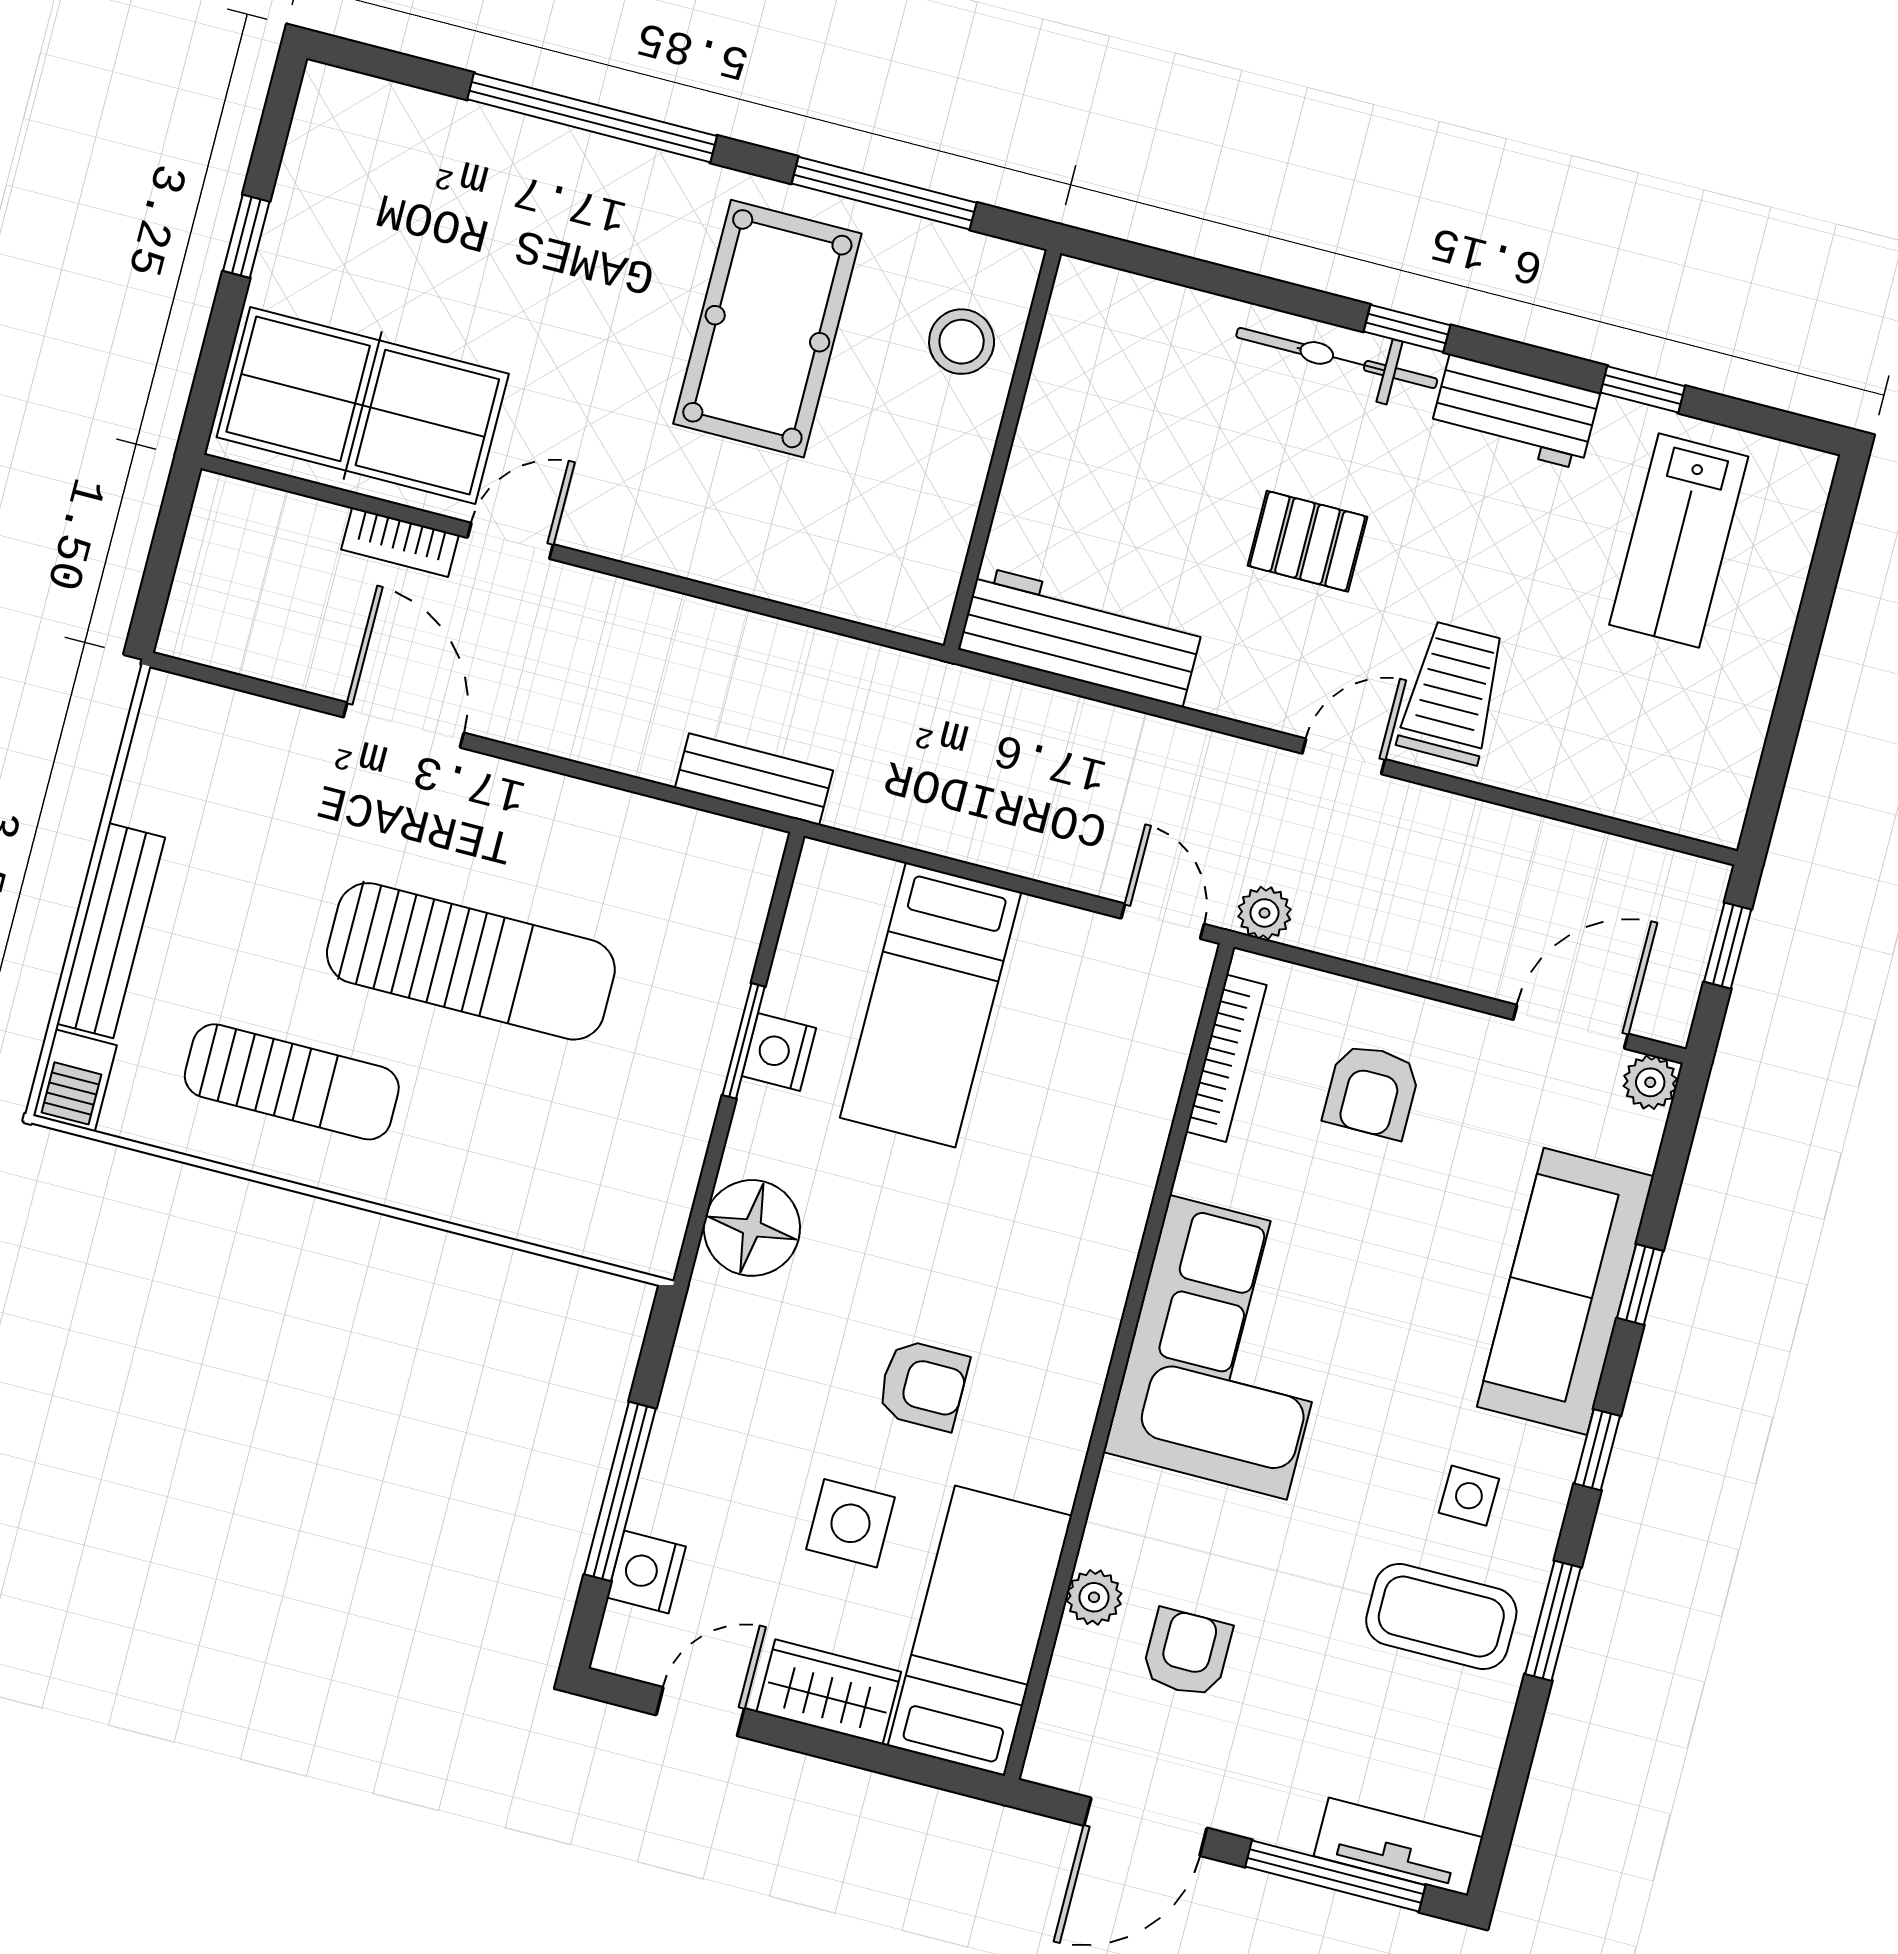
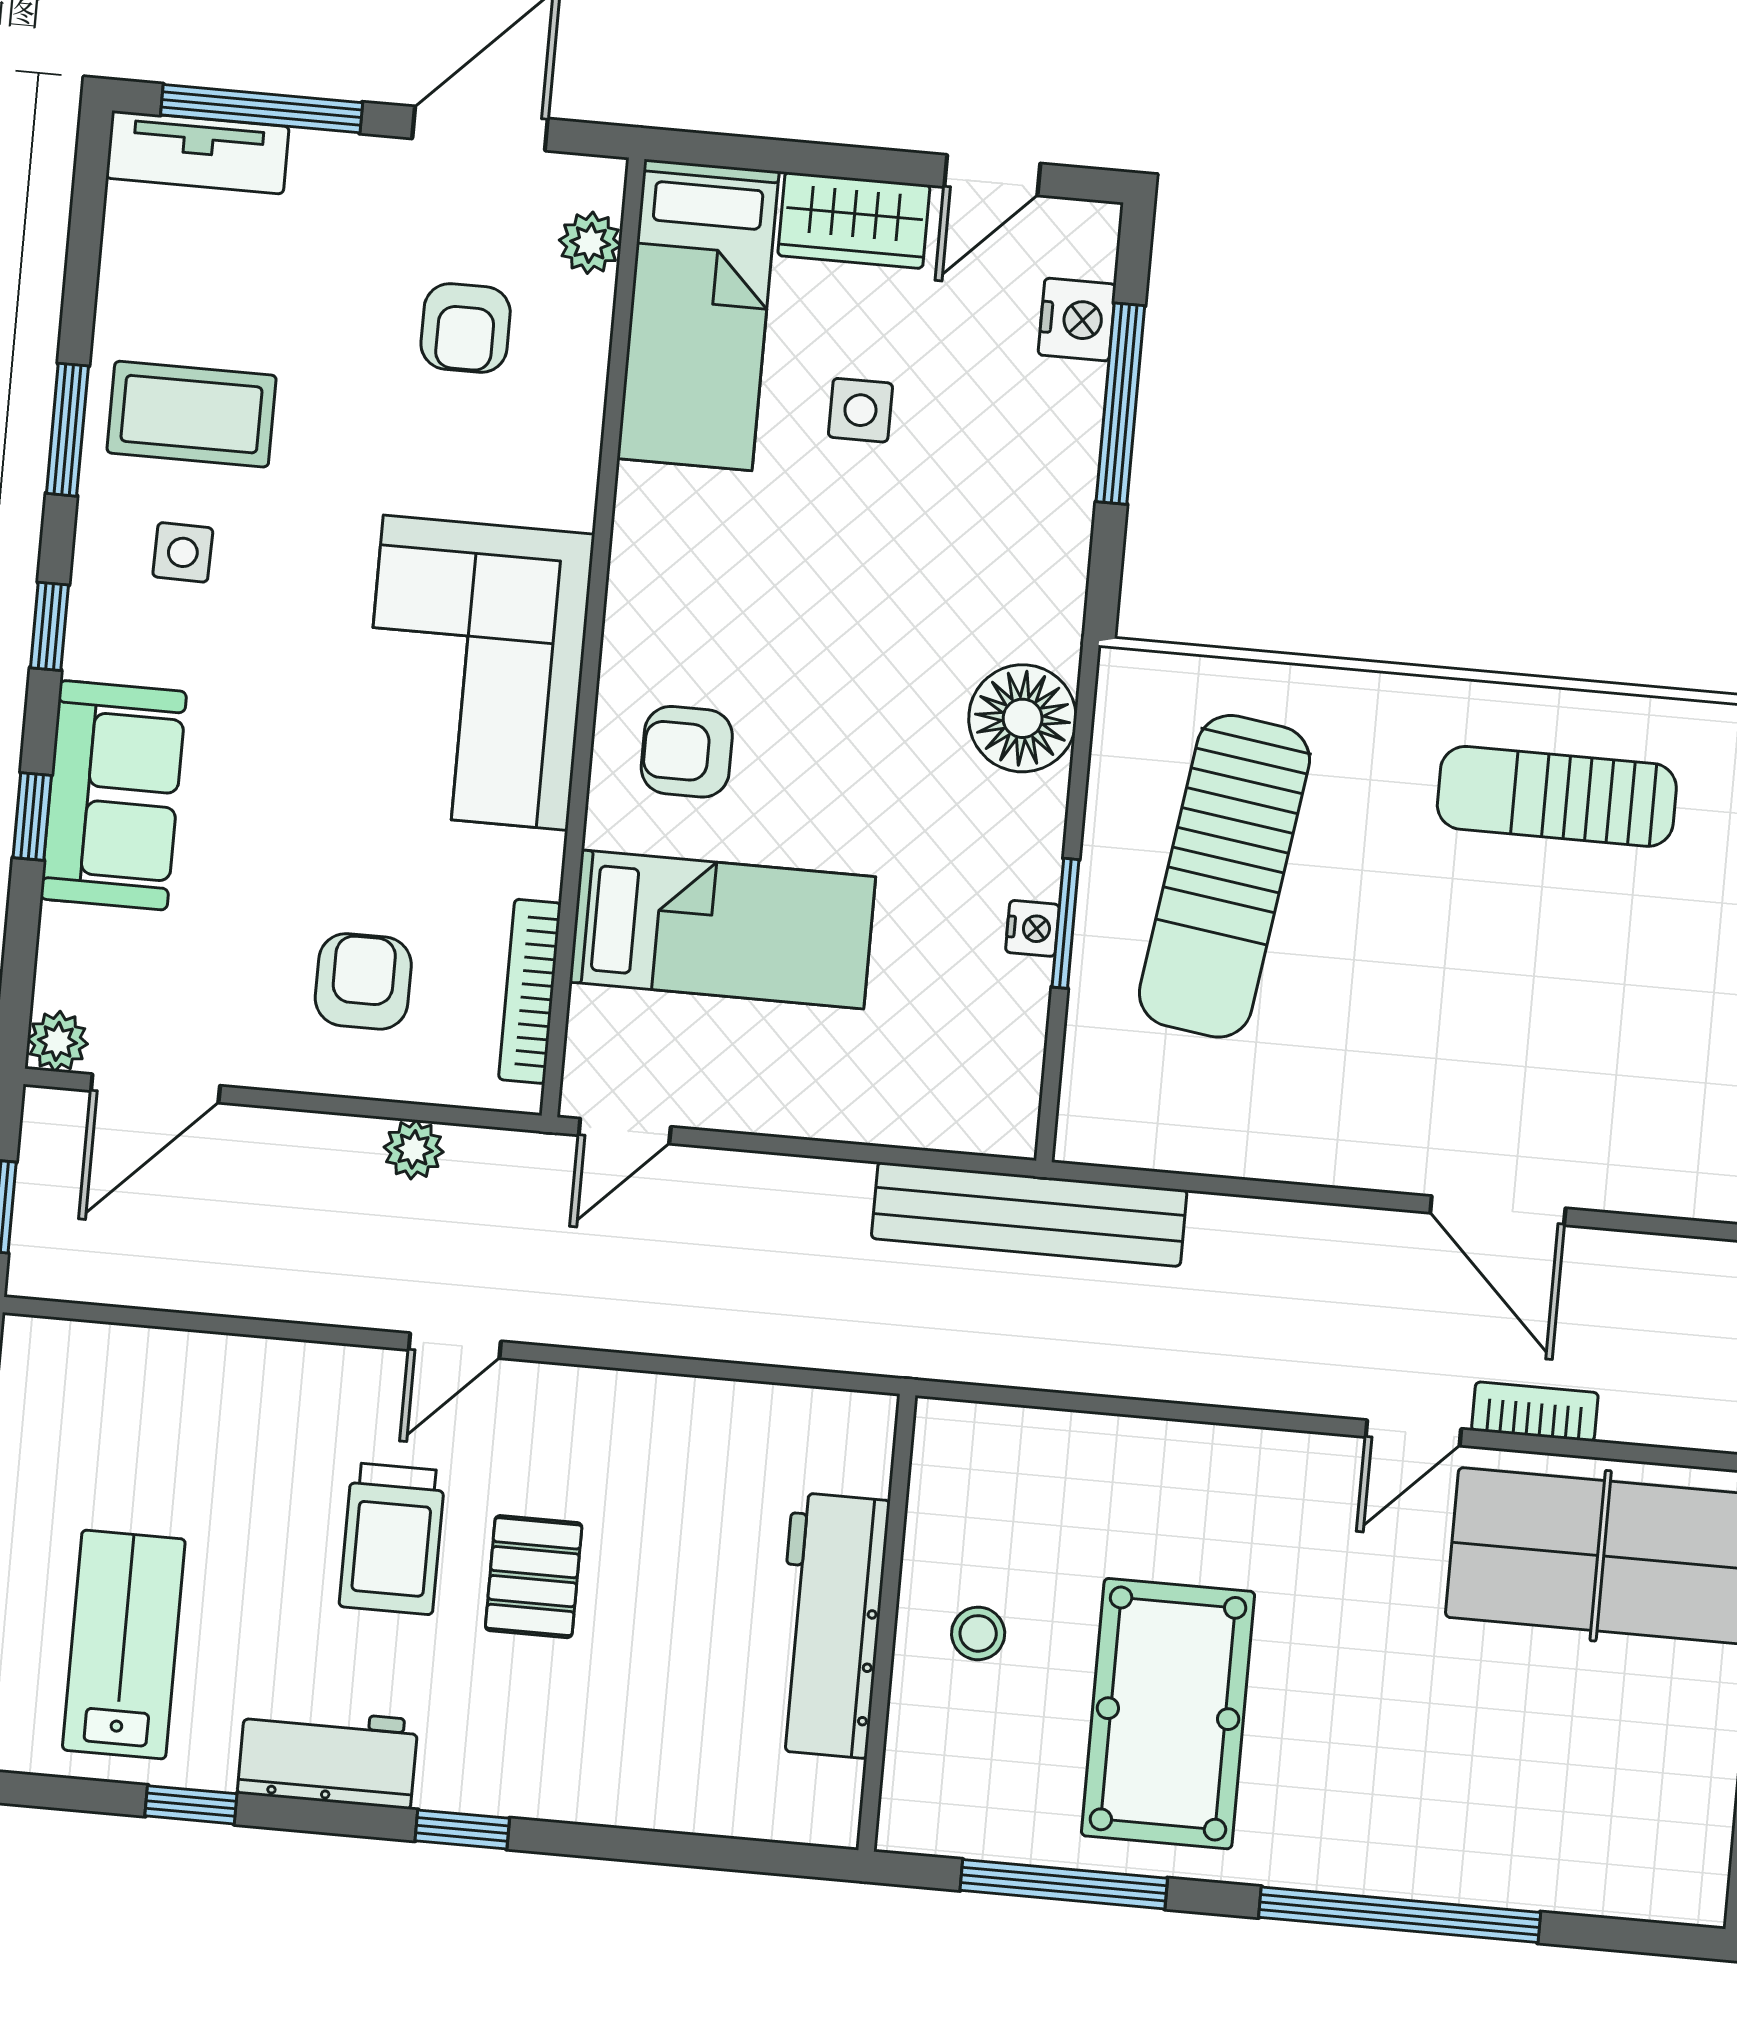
stool: (962, 342) -> (978, 1633), moved, width x0.73, depth x0.73
bicycle: (1337, 358) -> (534, 1784), removed
pallet: (1307, 541) -> (534, 1577), turned 90
workbench: (1081, 636) -> (830, 1625), moved, turned 90
trolley: (1453, 693) -> (392, 1539), moved
bench: (754, 779) -> (1029, 1214), width x1.86, depth x1.21
plant: (1264, 913) -> (414, 1149), moved
door: (1163, 921) -> (625, 1131), hinge flipped
sun lounger: (471, 961) -> (1224, 876), moved, turned -82
bed: (931, 1005) -> (723, 929), moved, turned 90
nightstand: (779, 1052) -> (1032, 928), width x0.72, depth x0.74
sofa: (1565, 1291) -> (113, 795), width x0.73
armchair: (923, 1385) -> (687, 752), moved
side table: (850, 1523) -> (860, 410), width x0.73, depth x0.73
plant: (1094, 1597) -> (590, 243), moved

